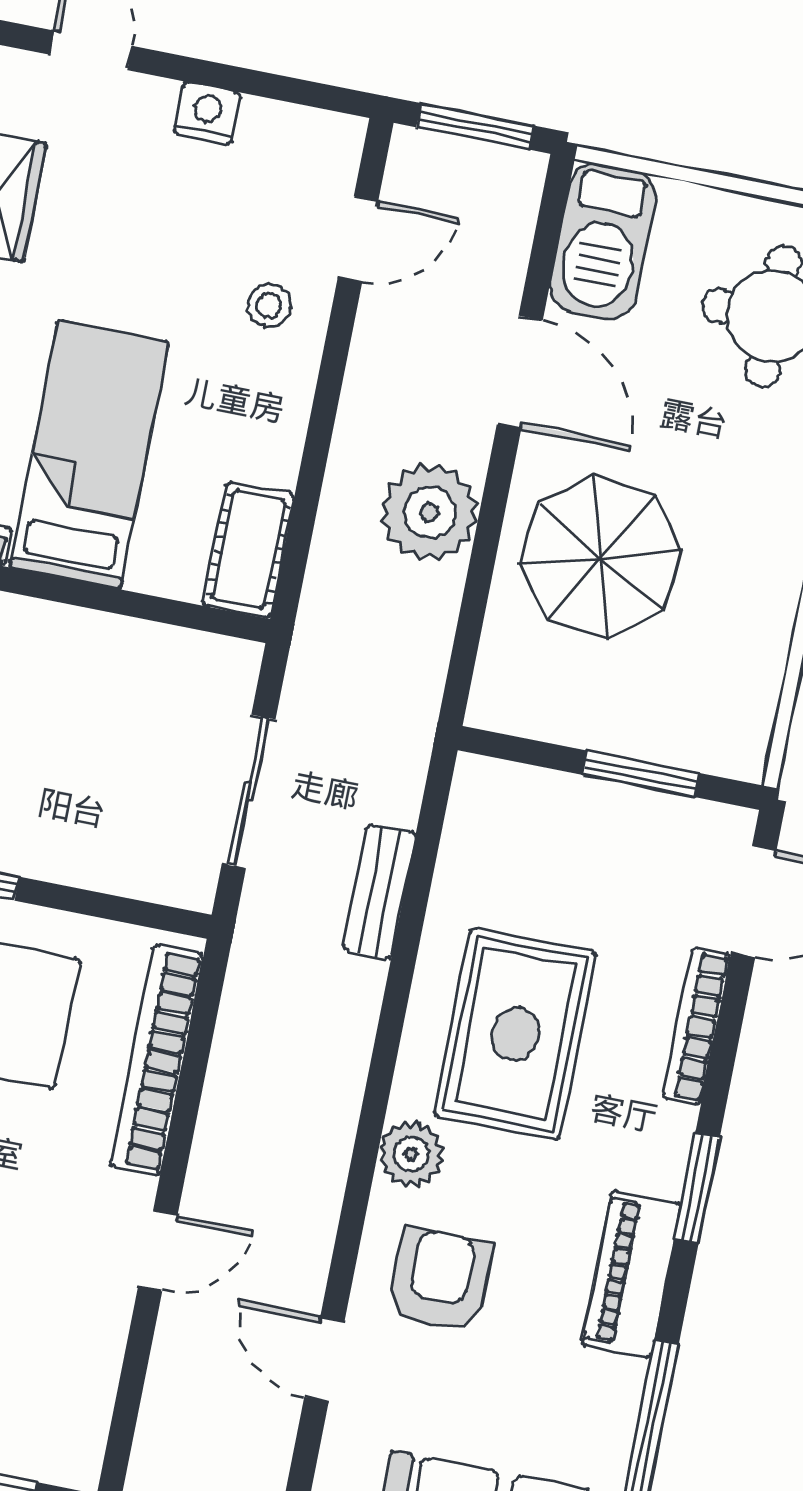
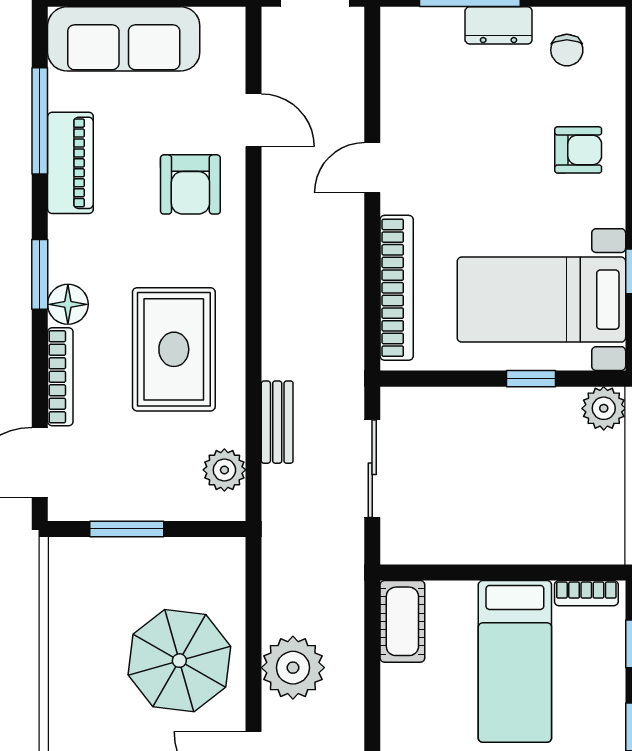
floor lamp: (663, 1134) -> (68, 304), added
plant: (411, 1154) -> (224, 470), moved
piano: (631, 1274) -> (70, 163), moved

